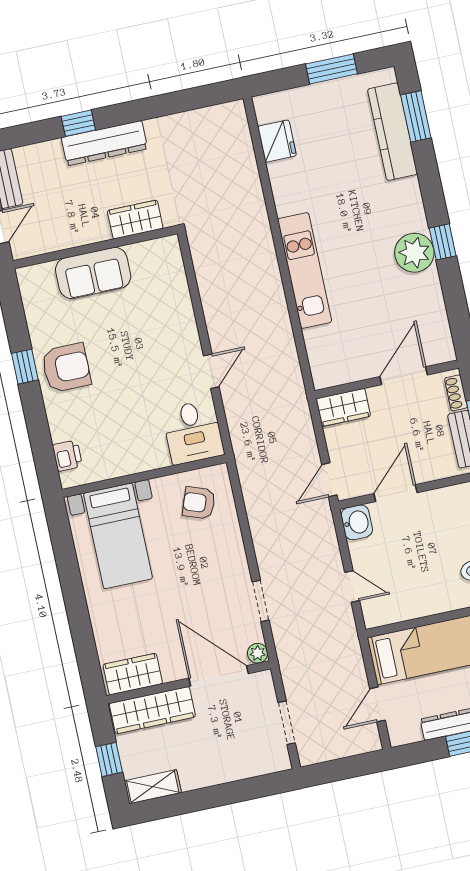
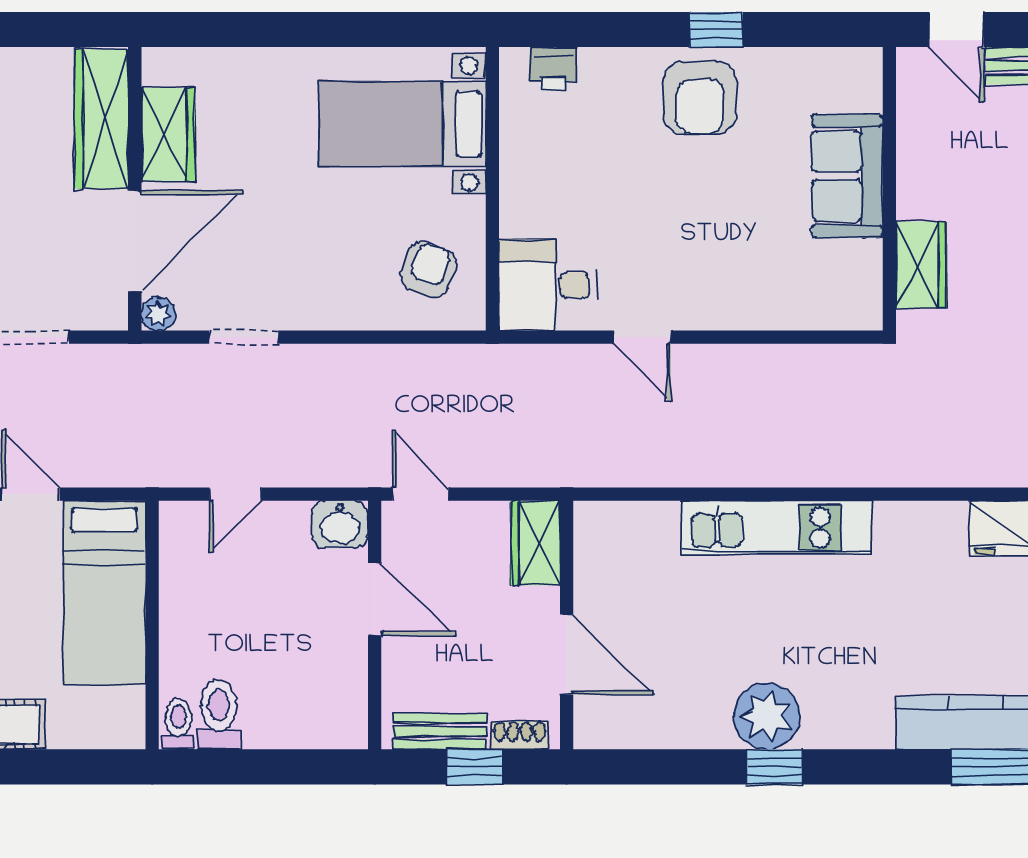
wardrobe: (133, 674) -> (168, 134), moved
window: (109, 759) -> (35, 30), removed

